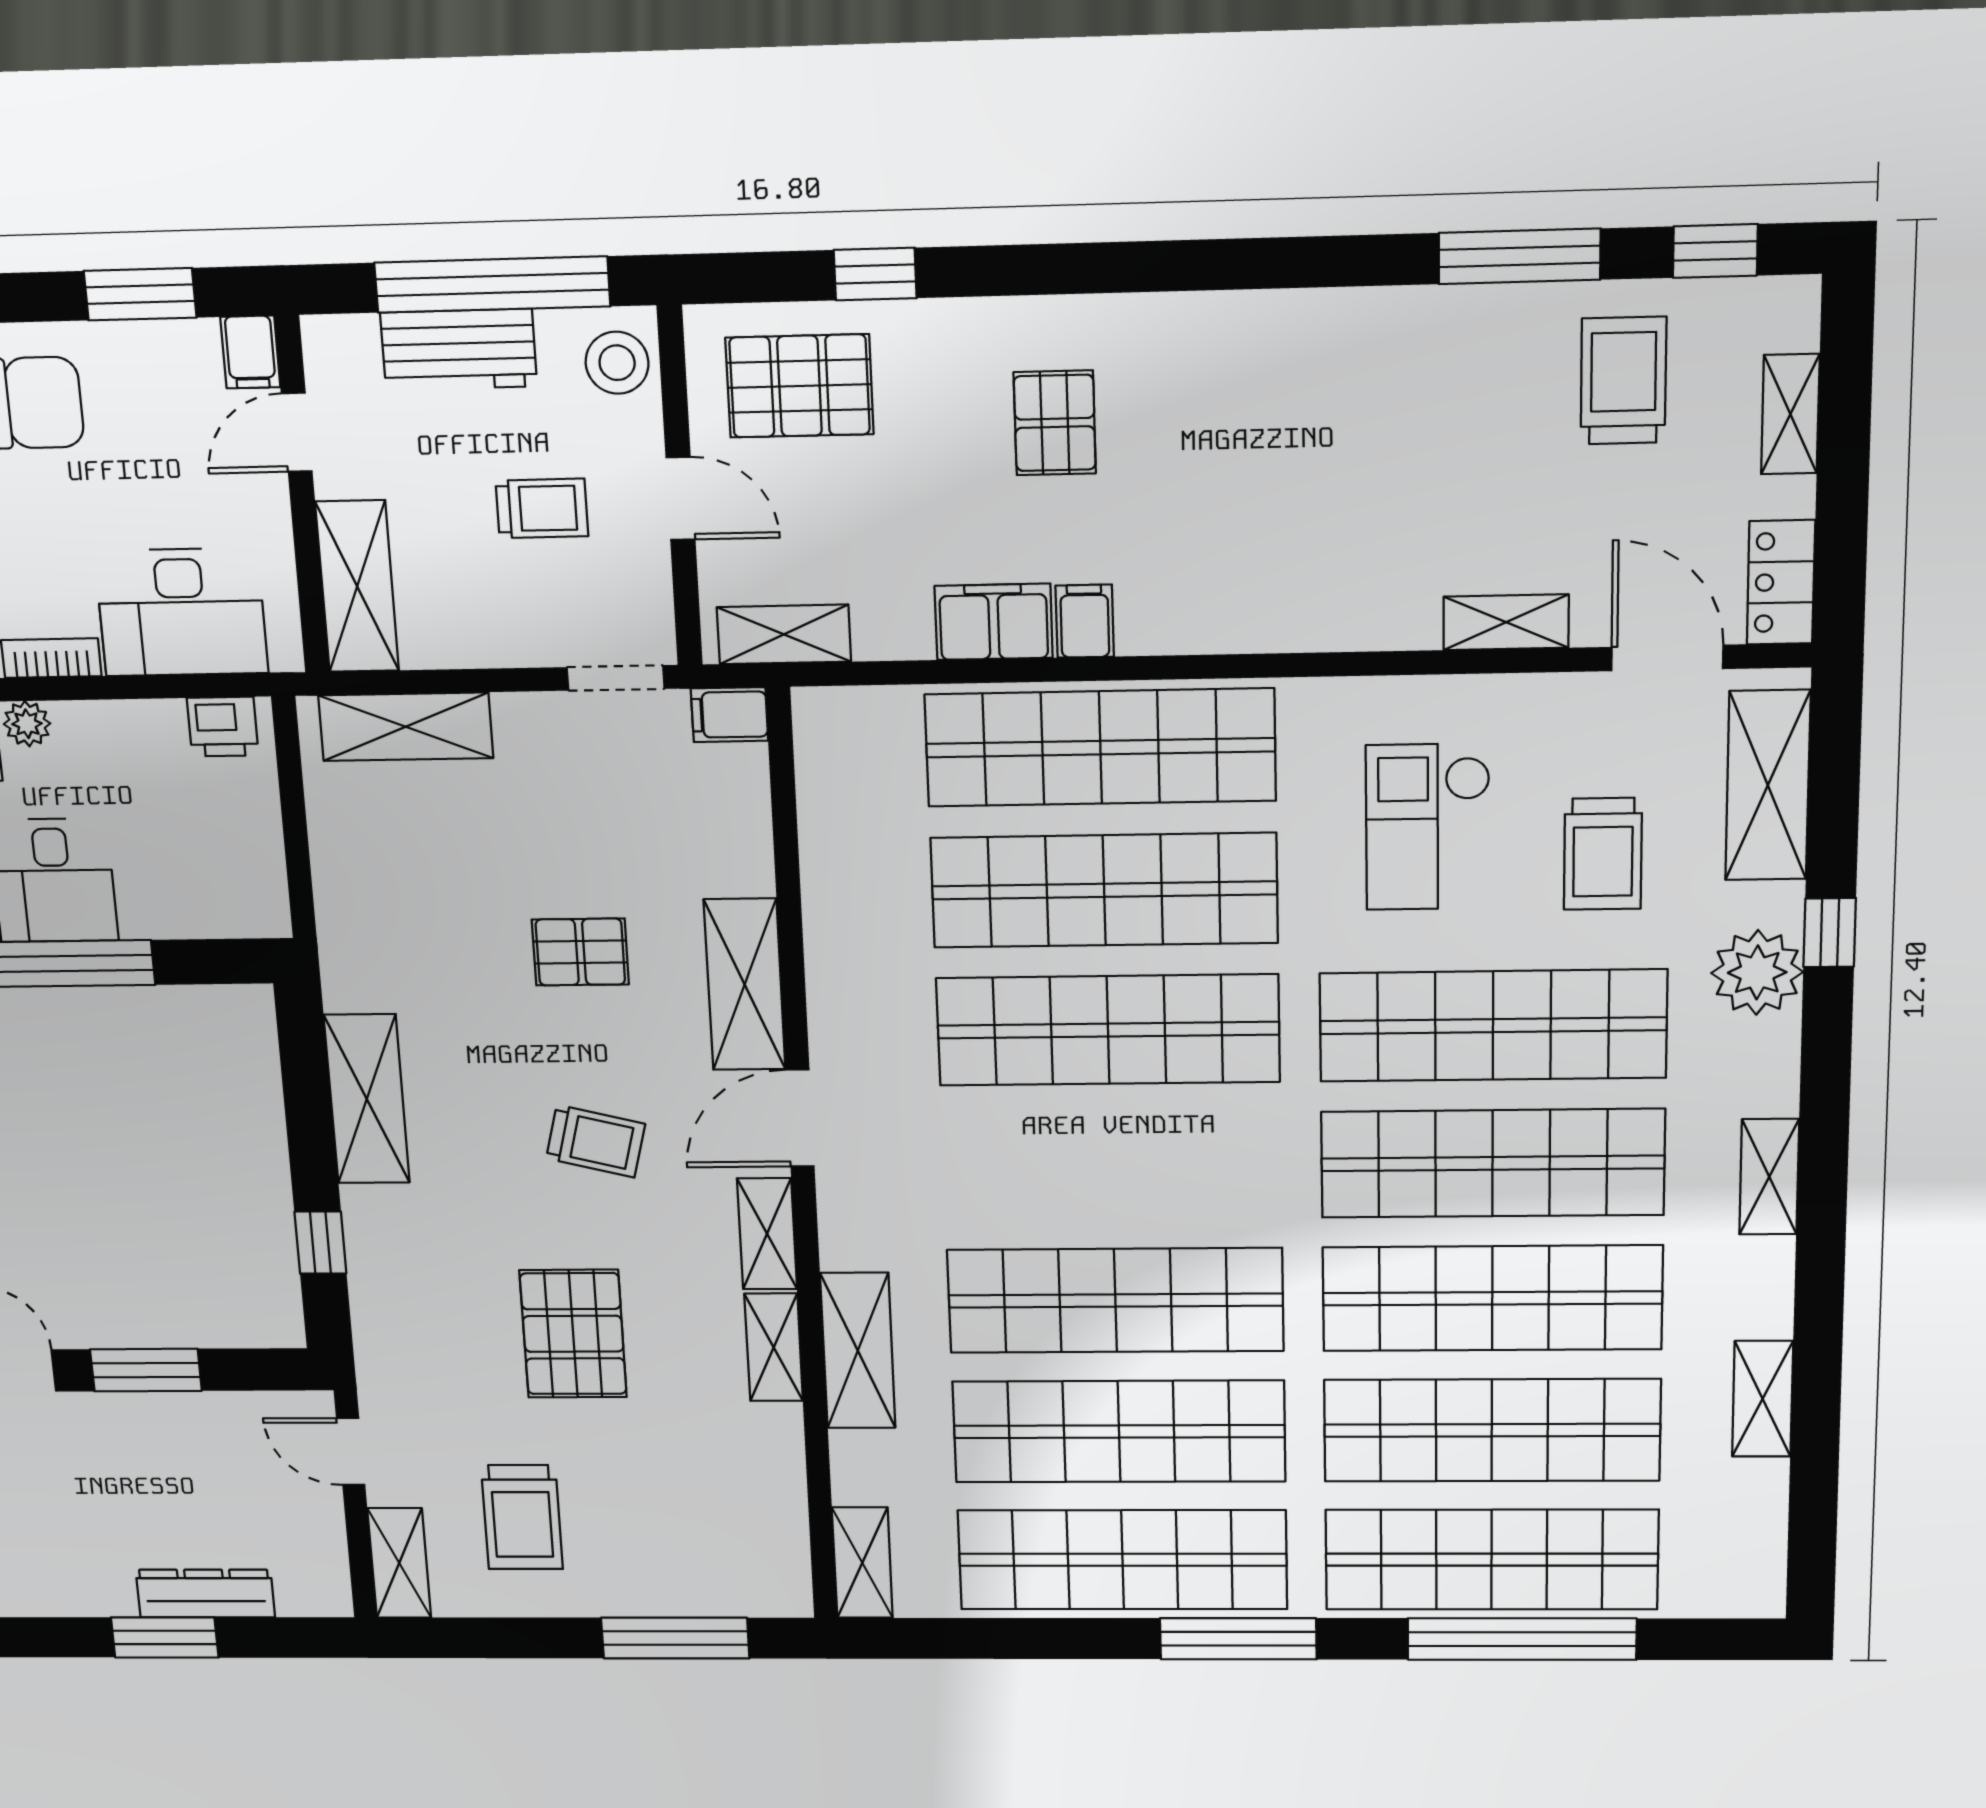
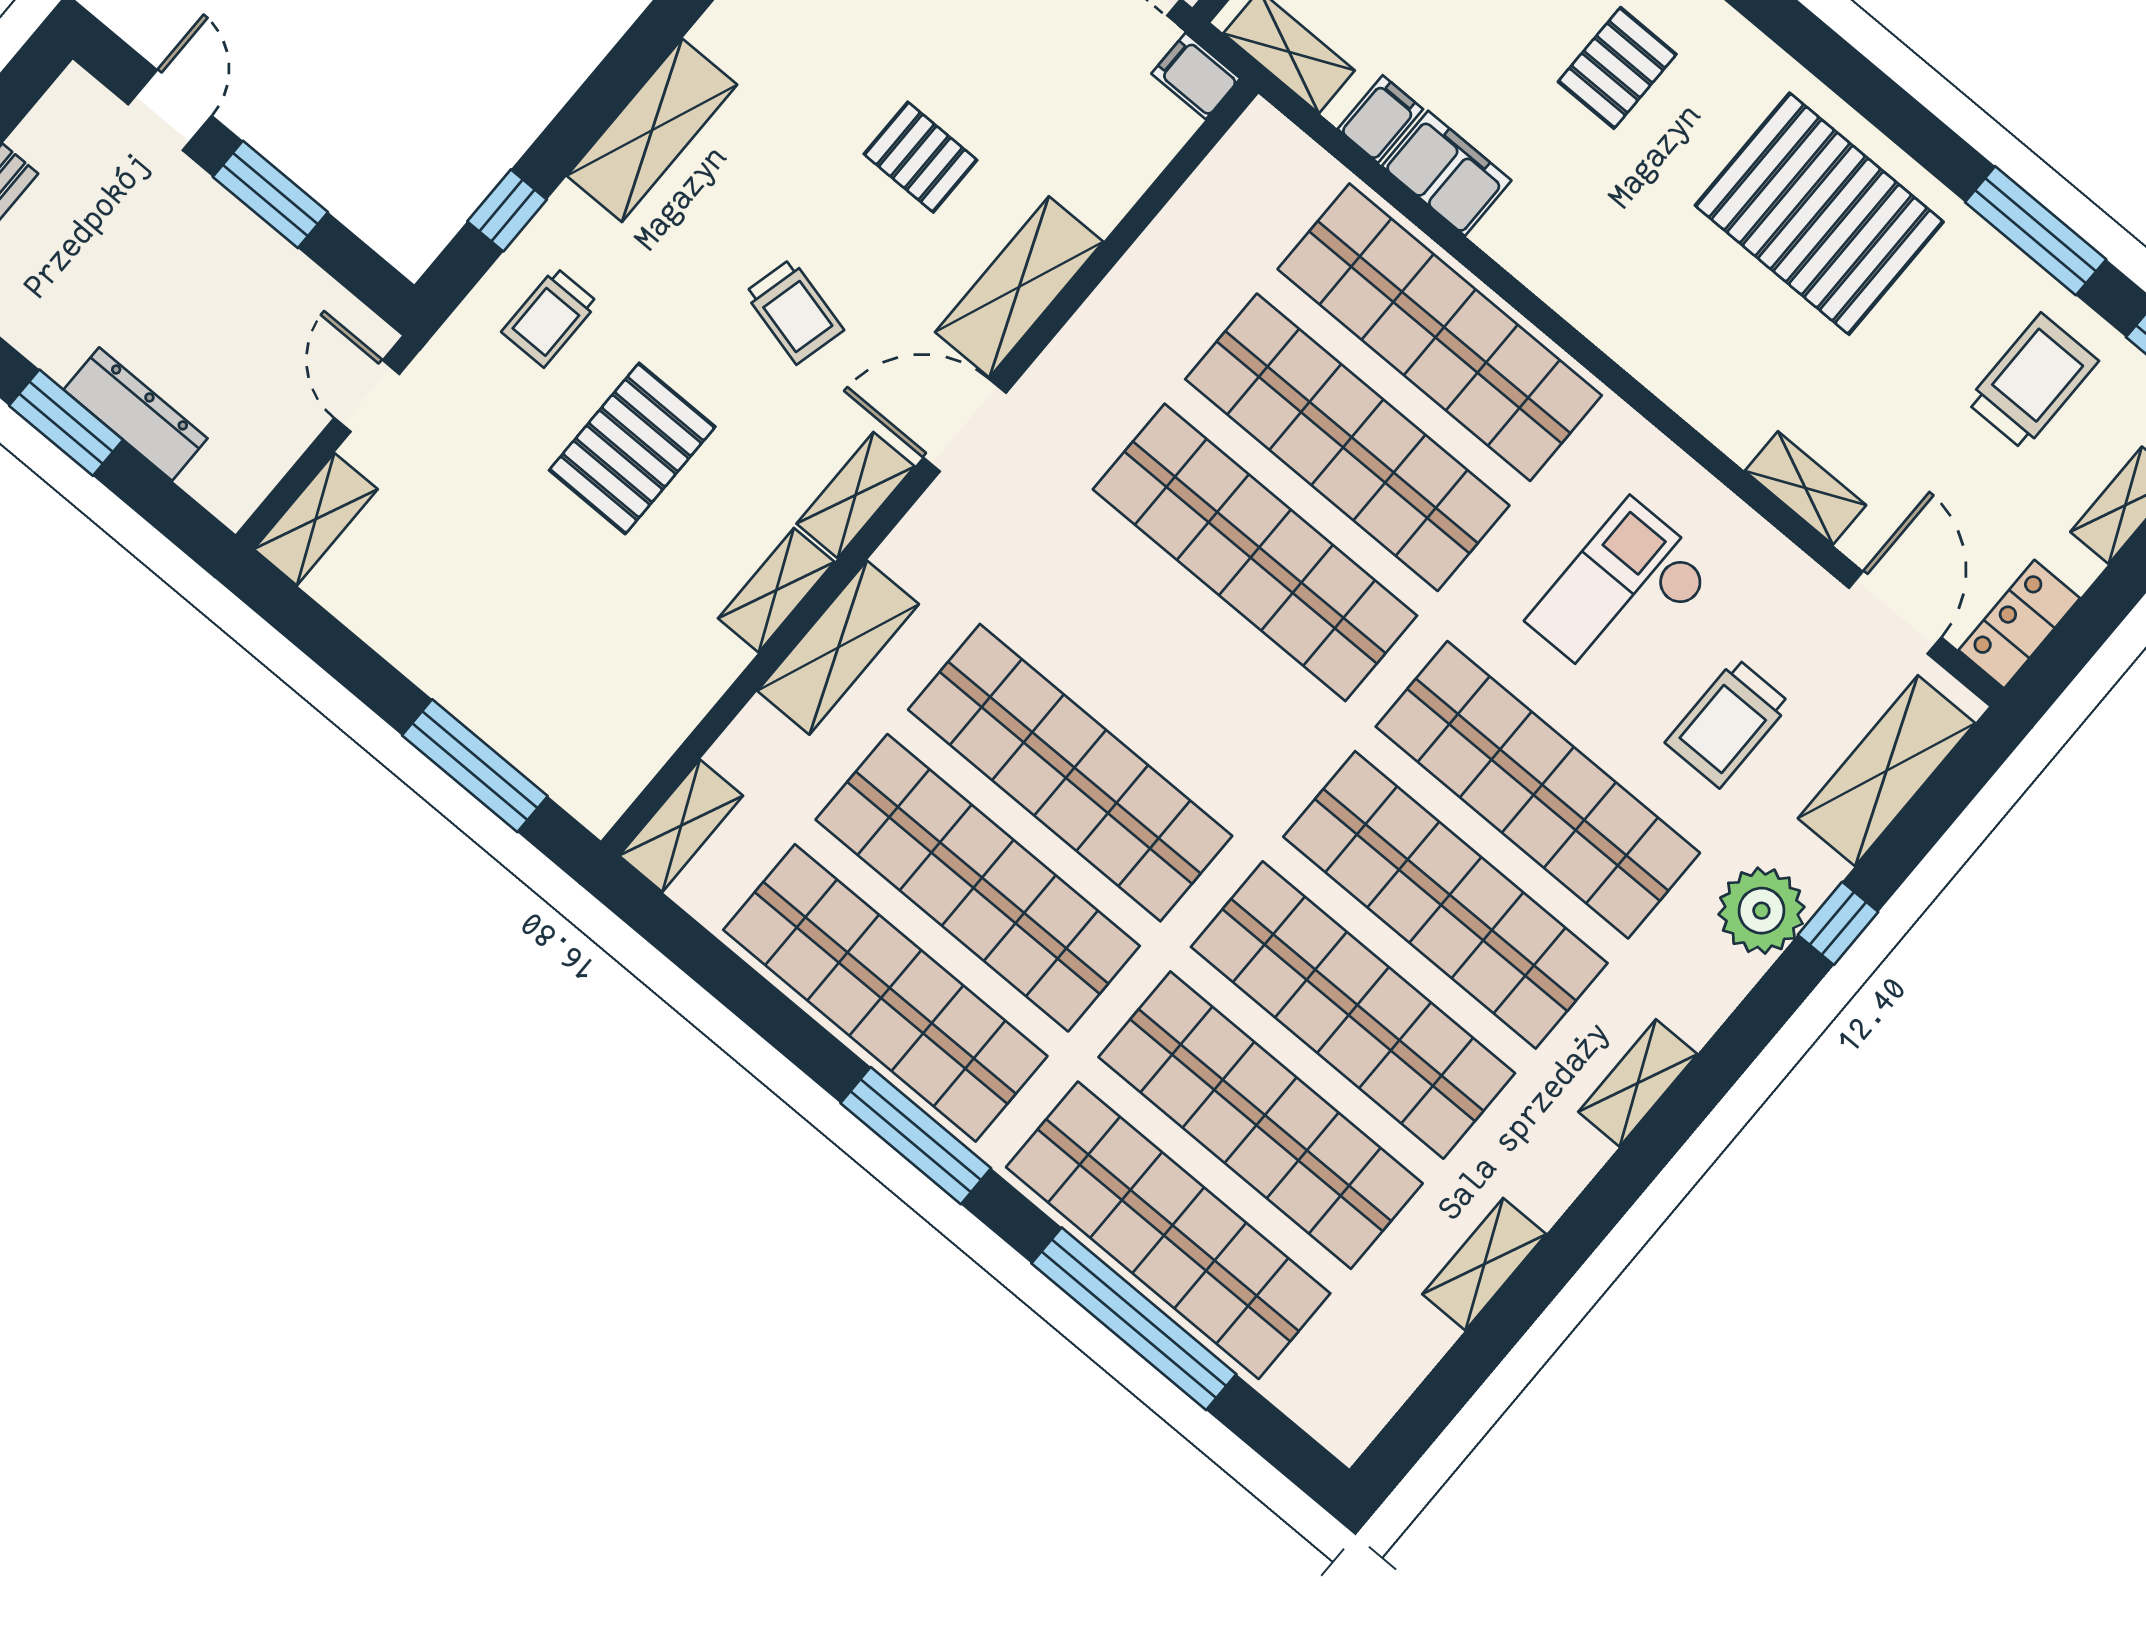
pallet: (1325, 397) -> (1819, 214), added
filing cabinet: (1085, 621) -> (1380, 119), moved
trolley: (522, 1517) -> (550, 317), moved, width x0.73, depth x0.72

